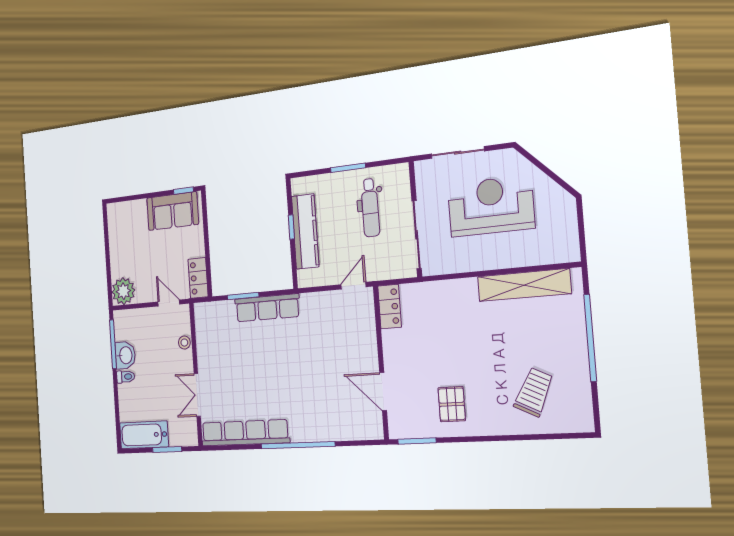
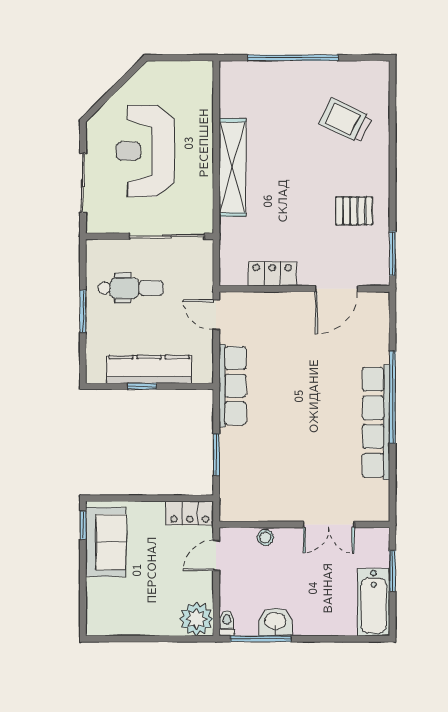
shelving: (524, 285) -> (232, 167), moved
locker: (390, 307) -> (272, 274), moved
row of seats: (267, 308) -> (232, 386), moved
toilet: (126, 377) -> (227, 623), moved
row of seats: (245, 433) -> (376, 422), moved

